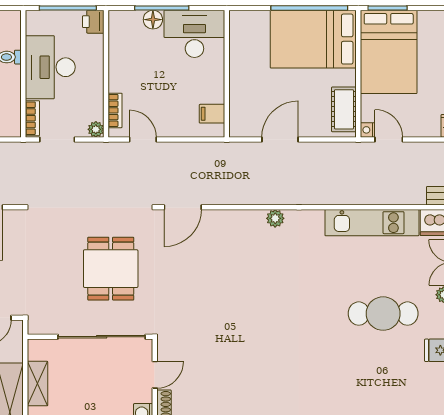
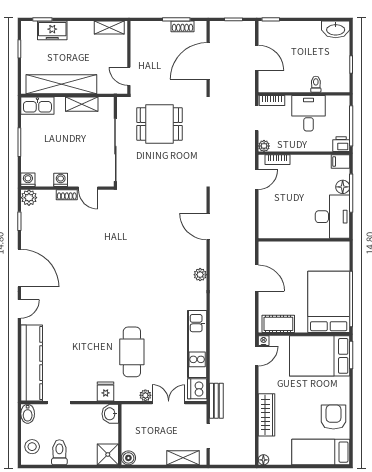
desk: (50, 67) -> (309, 113), width x0.73
filing cabinet: (212, 114) -> (340, 162), moved, turned -90
door: (183, 207) -> (208, 226), moved
dining table: (111, 269) -> (159, 124), moved

